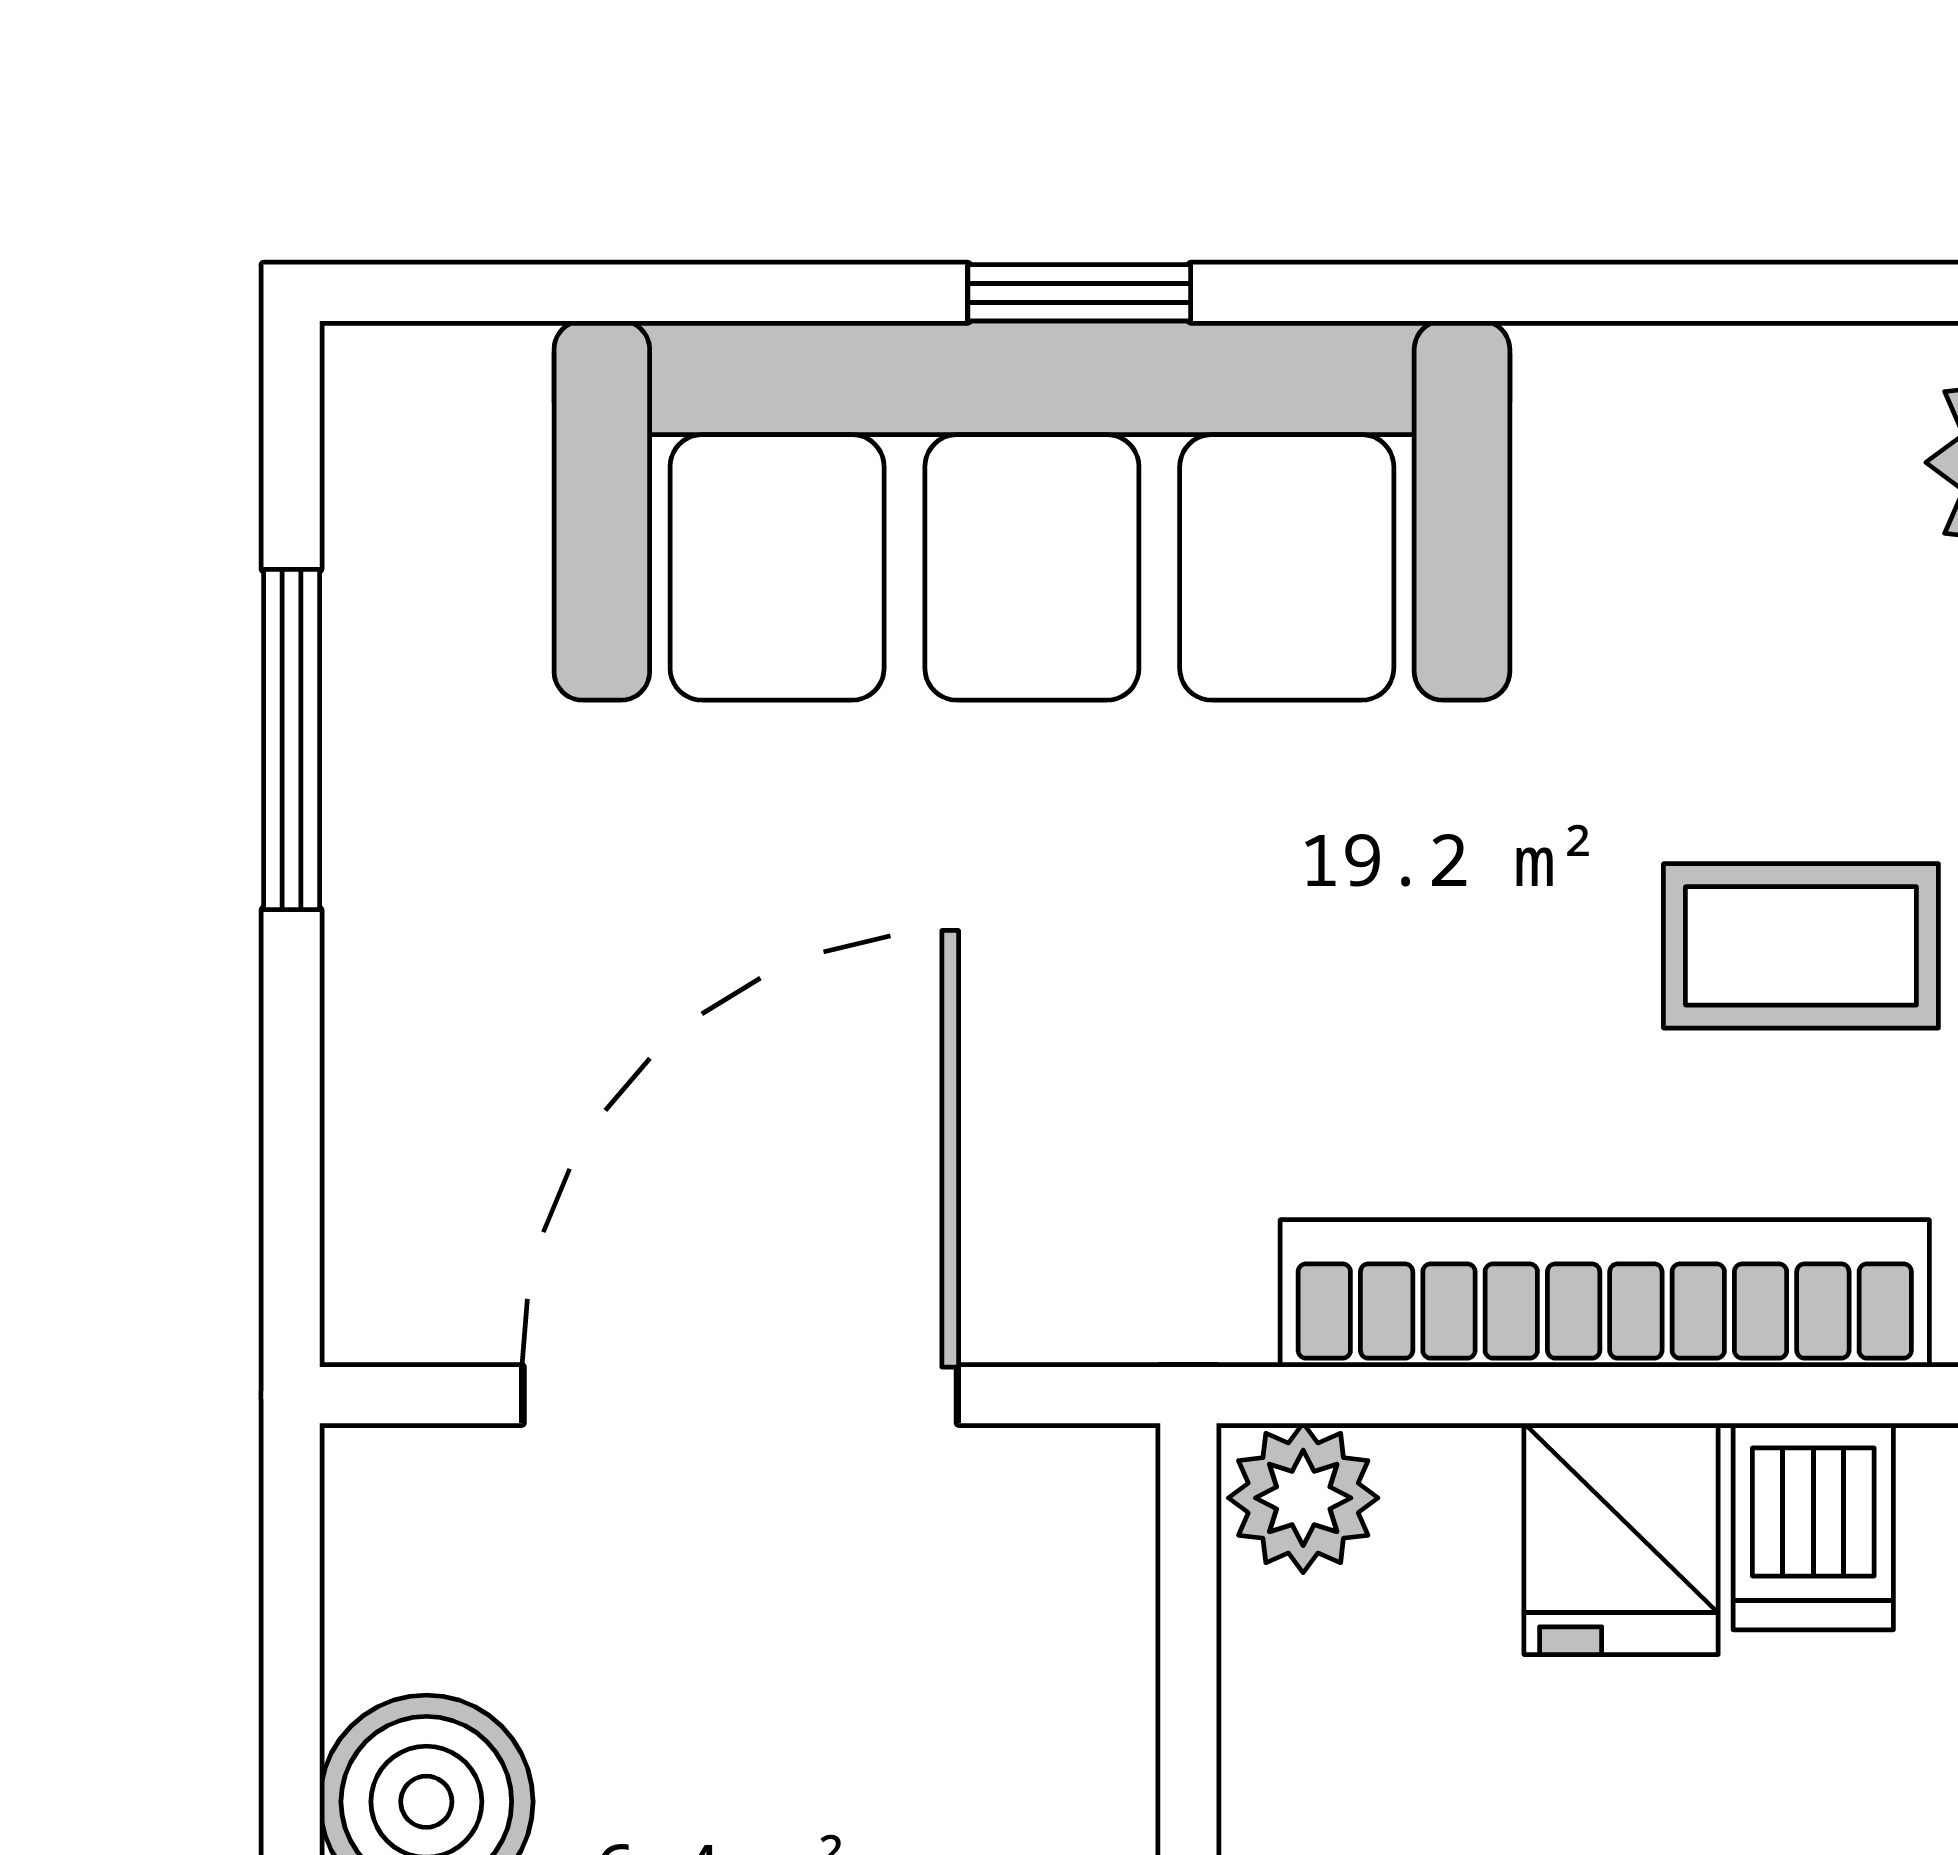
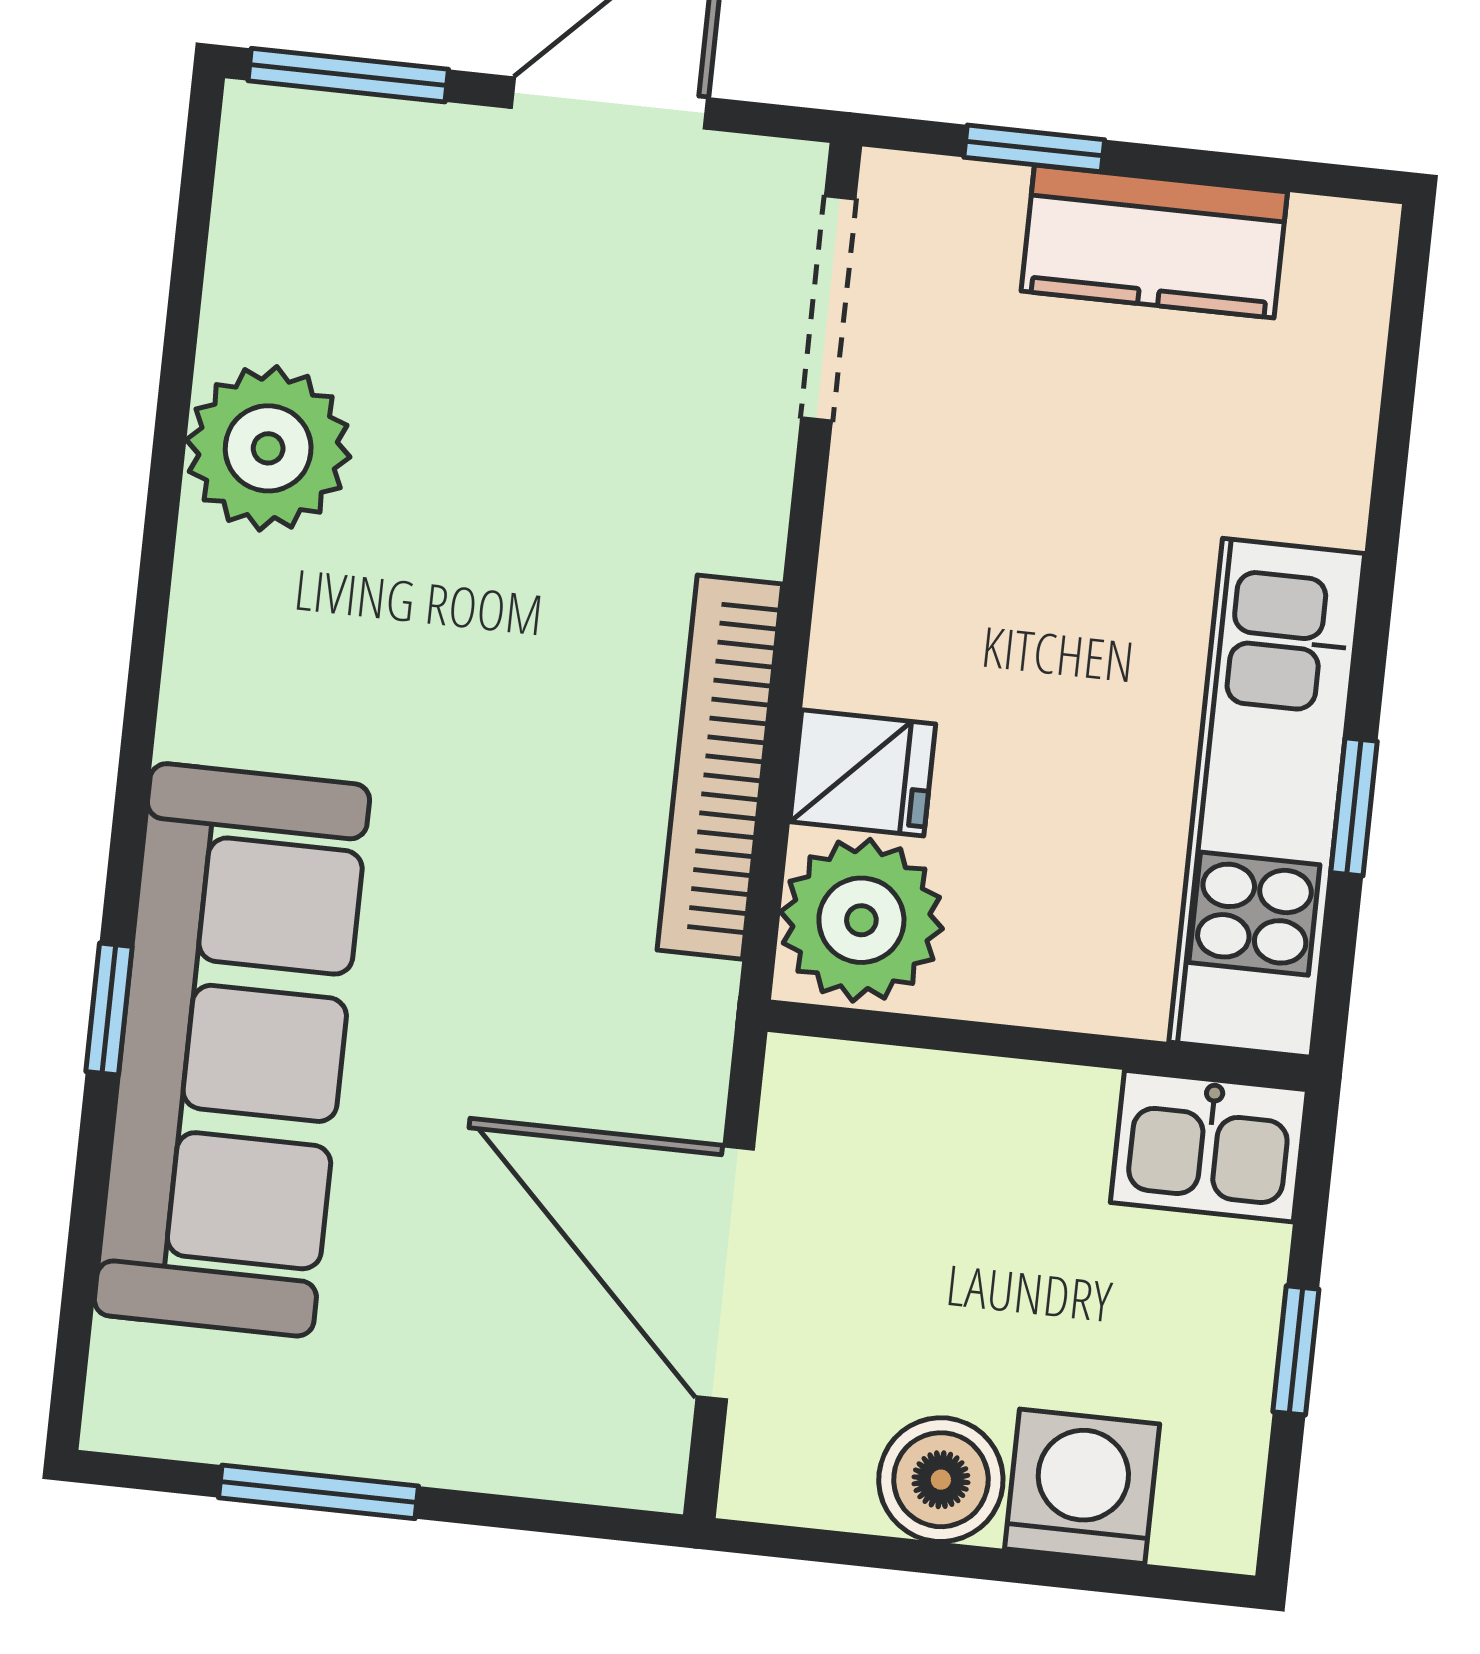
coffee table: (1801, 946) -> (531, 632), removed
plant: (1303, 1498) -> (861, 920), width x1.88, depth x1.88
dishwasher: (1813, 1526) -> (867, 661), removed

